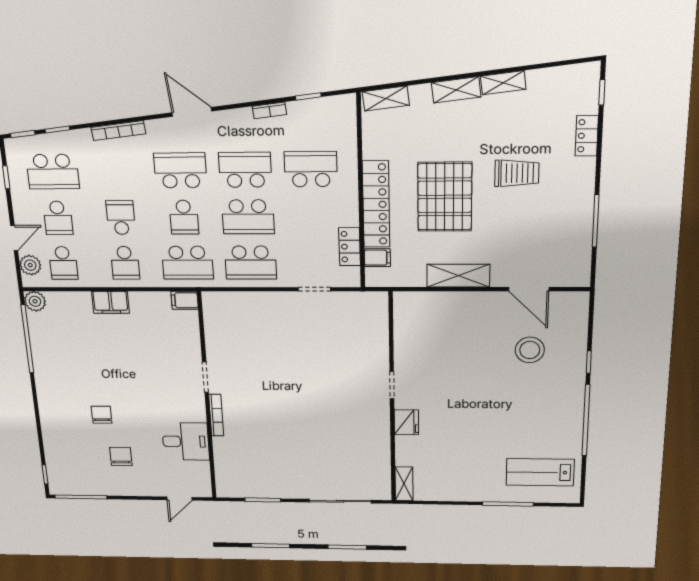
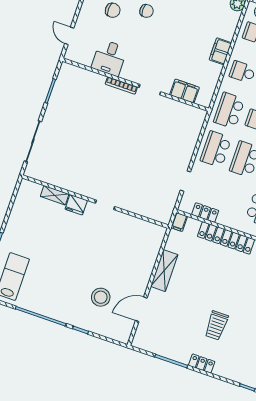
locker: (587, 136) -> (202, 364), moved
pallet: (445, 197) -> (217, 279), removed
filing cabinet: (377, 258) -> (179, 222), moved
filing cabinet: (185, 300) -> (185, 91), moved, width x2.00
shelving: (404, 484) -> (55, 195), moved

